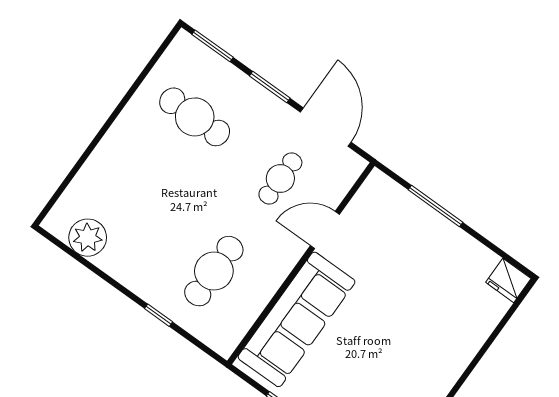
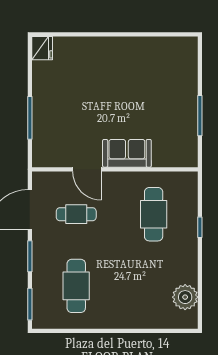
cafe table: (214, 271) -> (154, 214), turned 90
sofa: (297, 319) -> (127, 153), width x0.54, depth x0.79

